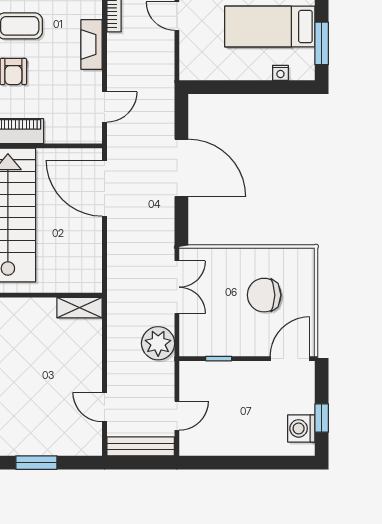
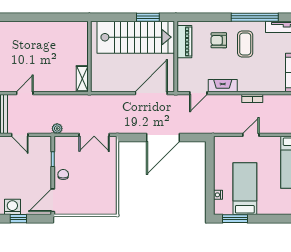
fireplace: (92, 44) -> (223, 86), moved
door: (104, 107) -> (198, 93), hinge flipped
chair: (264, 295) -> (63, 175), moved, width x0.54, depth x0.54
plant: (158, 343) -> (57, 129), width x0.53, depth x0.53
door: (290, 359) -> (53, 200), swing flipped

